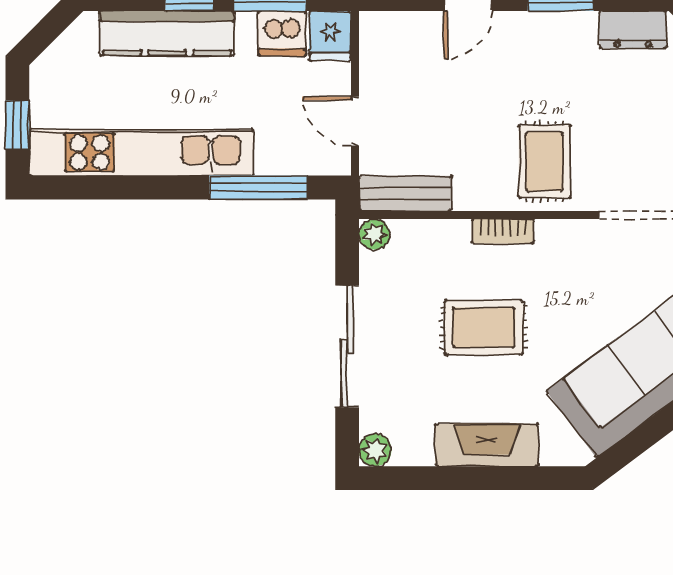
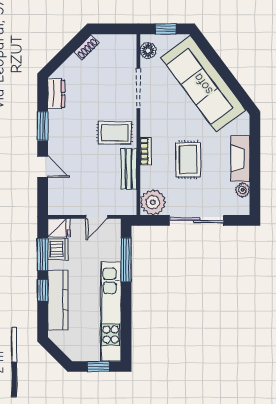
bench: (405, 193) -> (129, 169), moved
plant: (374, 234) -> (153, 202), width x1.87, depth x1.87
plant: (375, 450) -> (243, 190), moved

